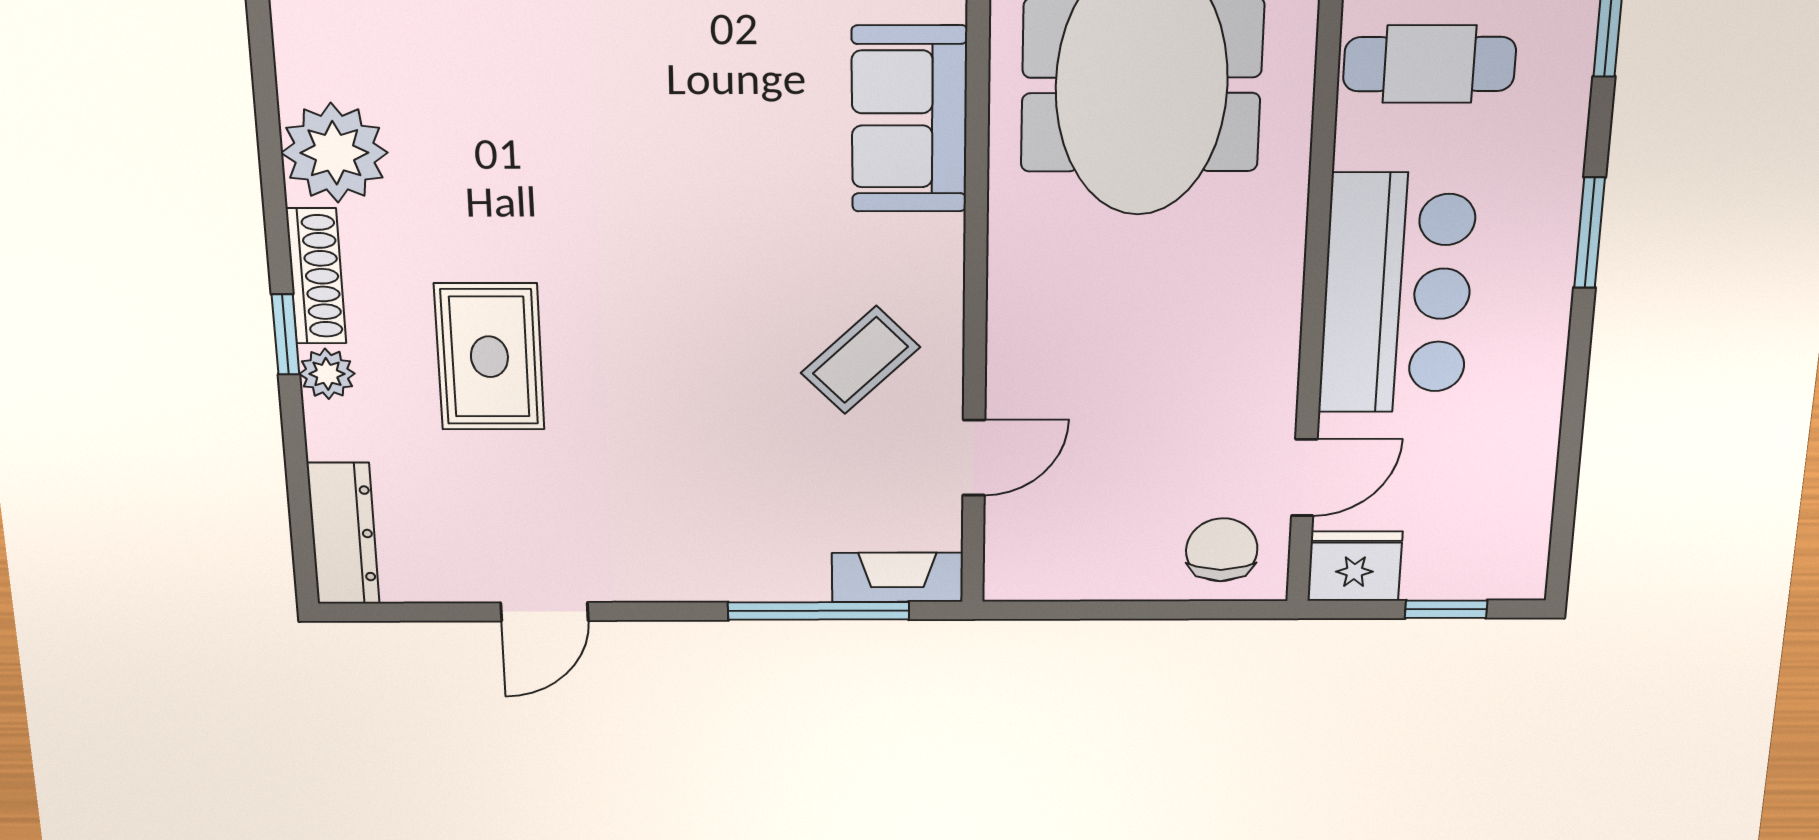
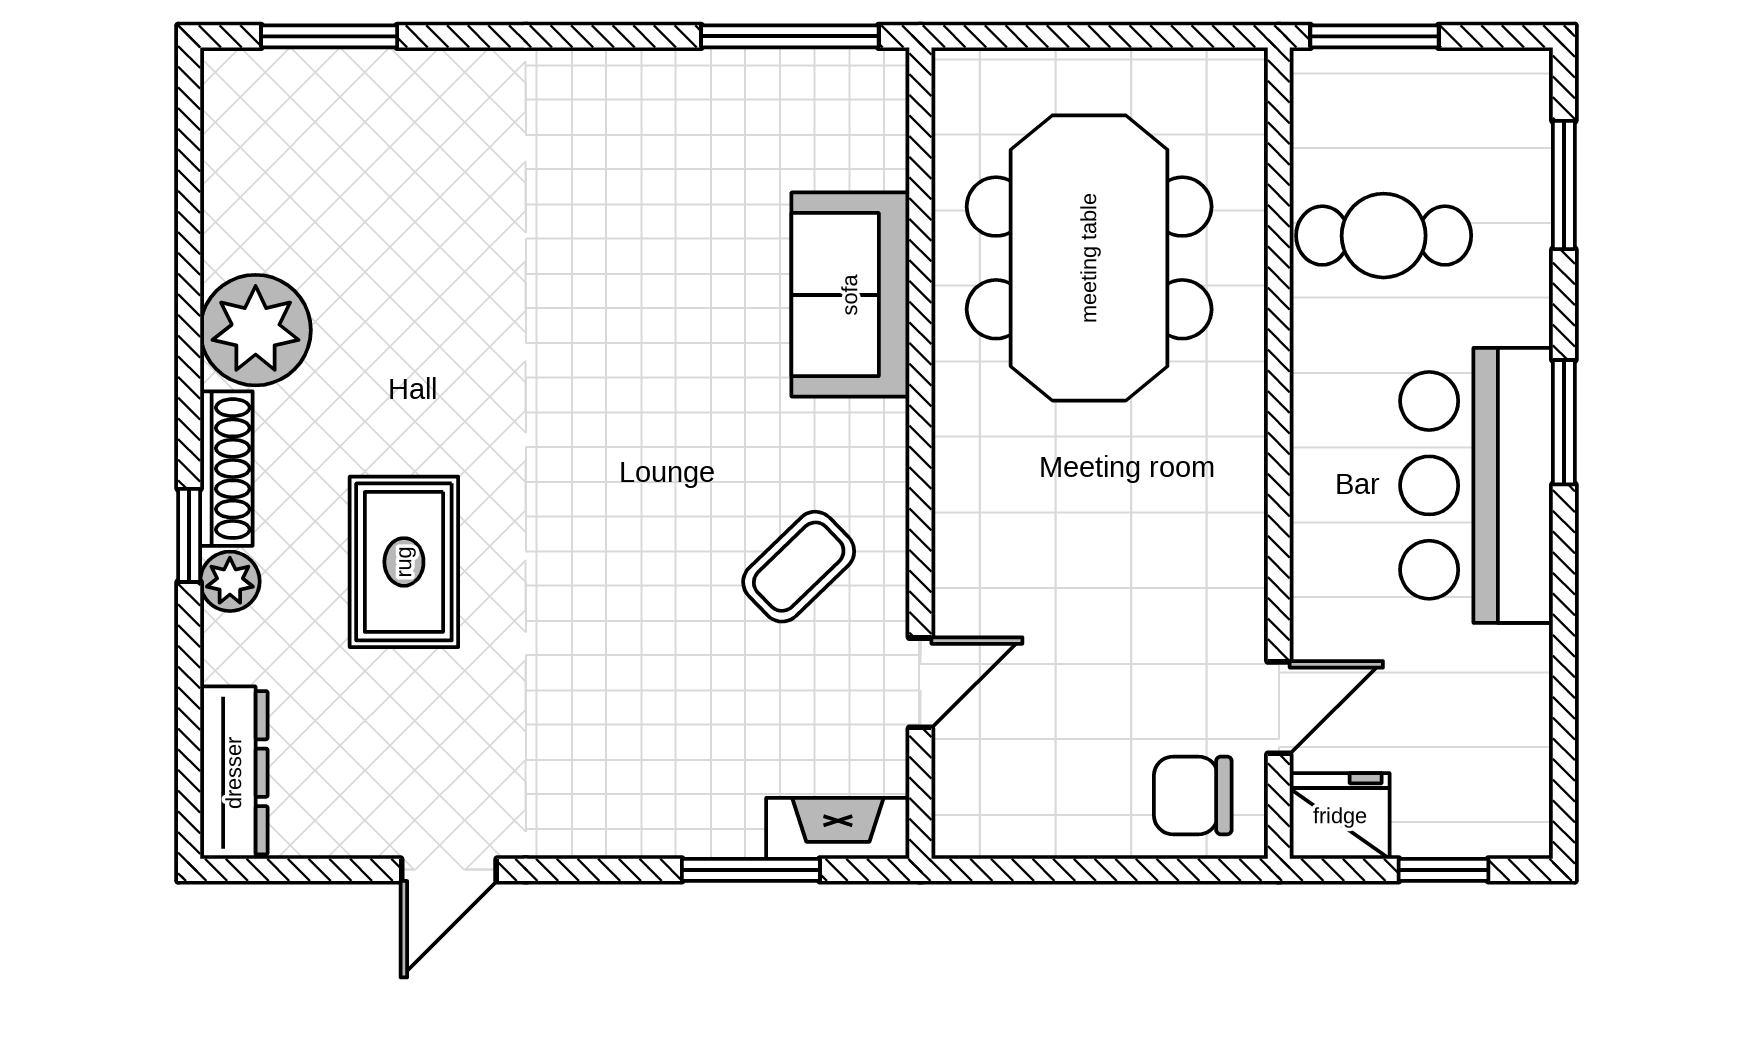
bar counter: (1397, 294) -> (1477, 485), moved, turned 180
chair: (1222, 550) -> (1193, 795), turned -90
window: (819, 611) -> (751, 870), width x0.69

